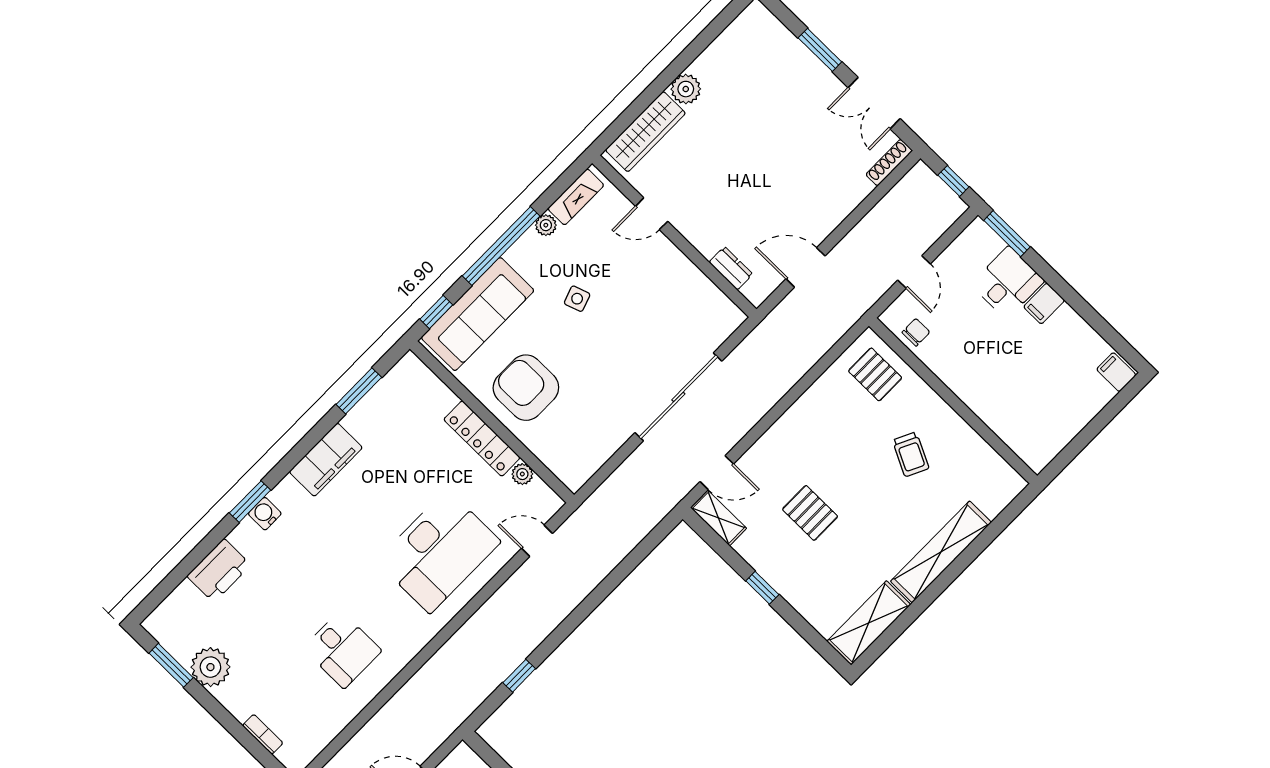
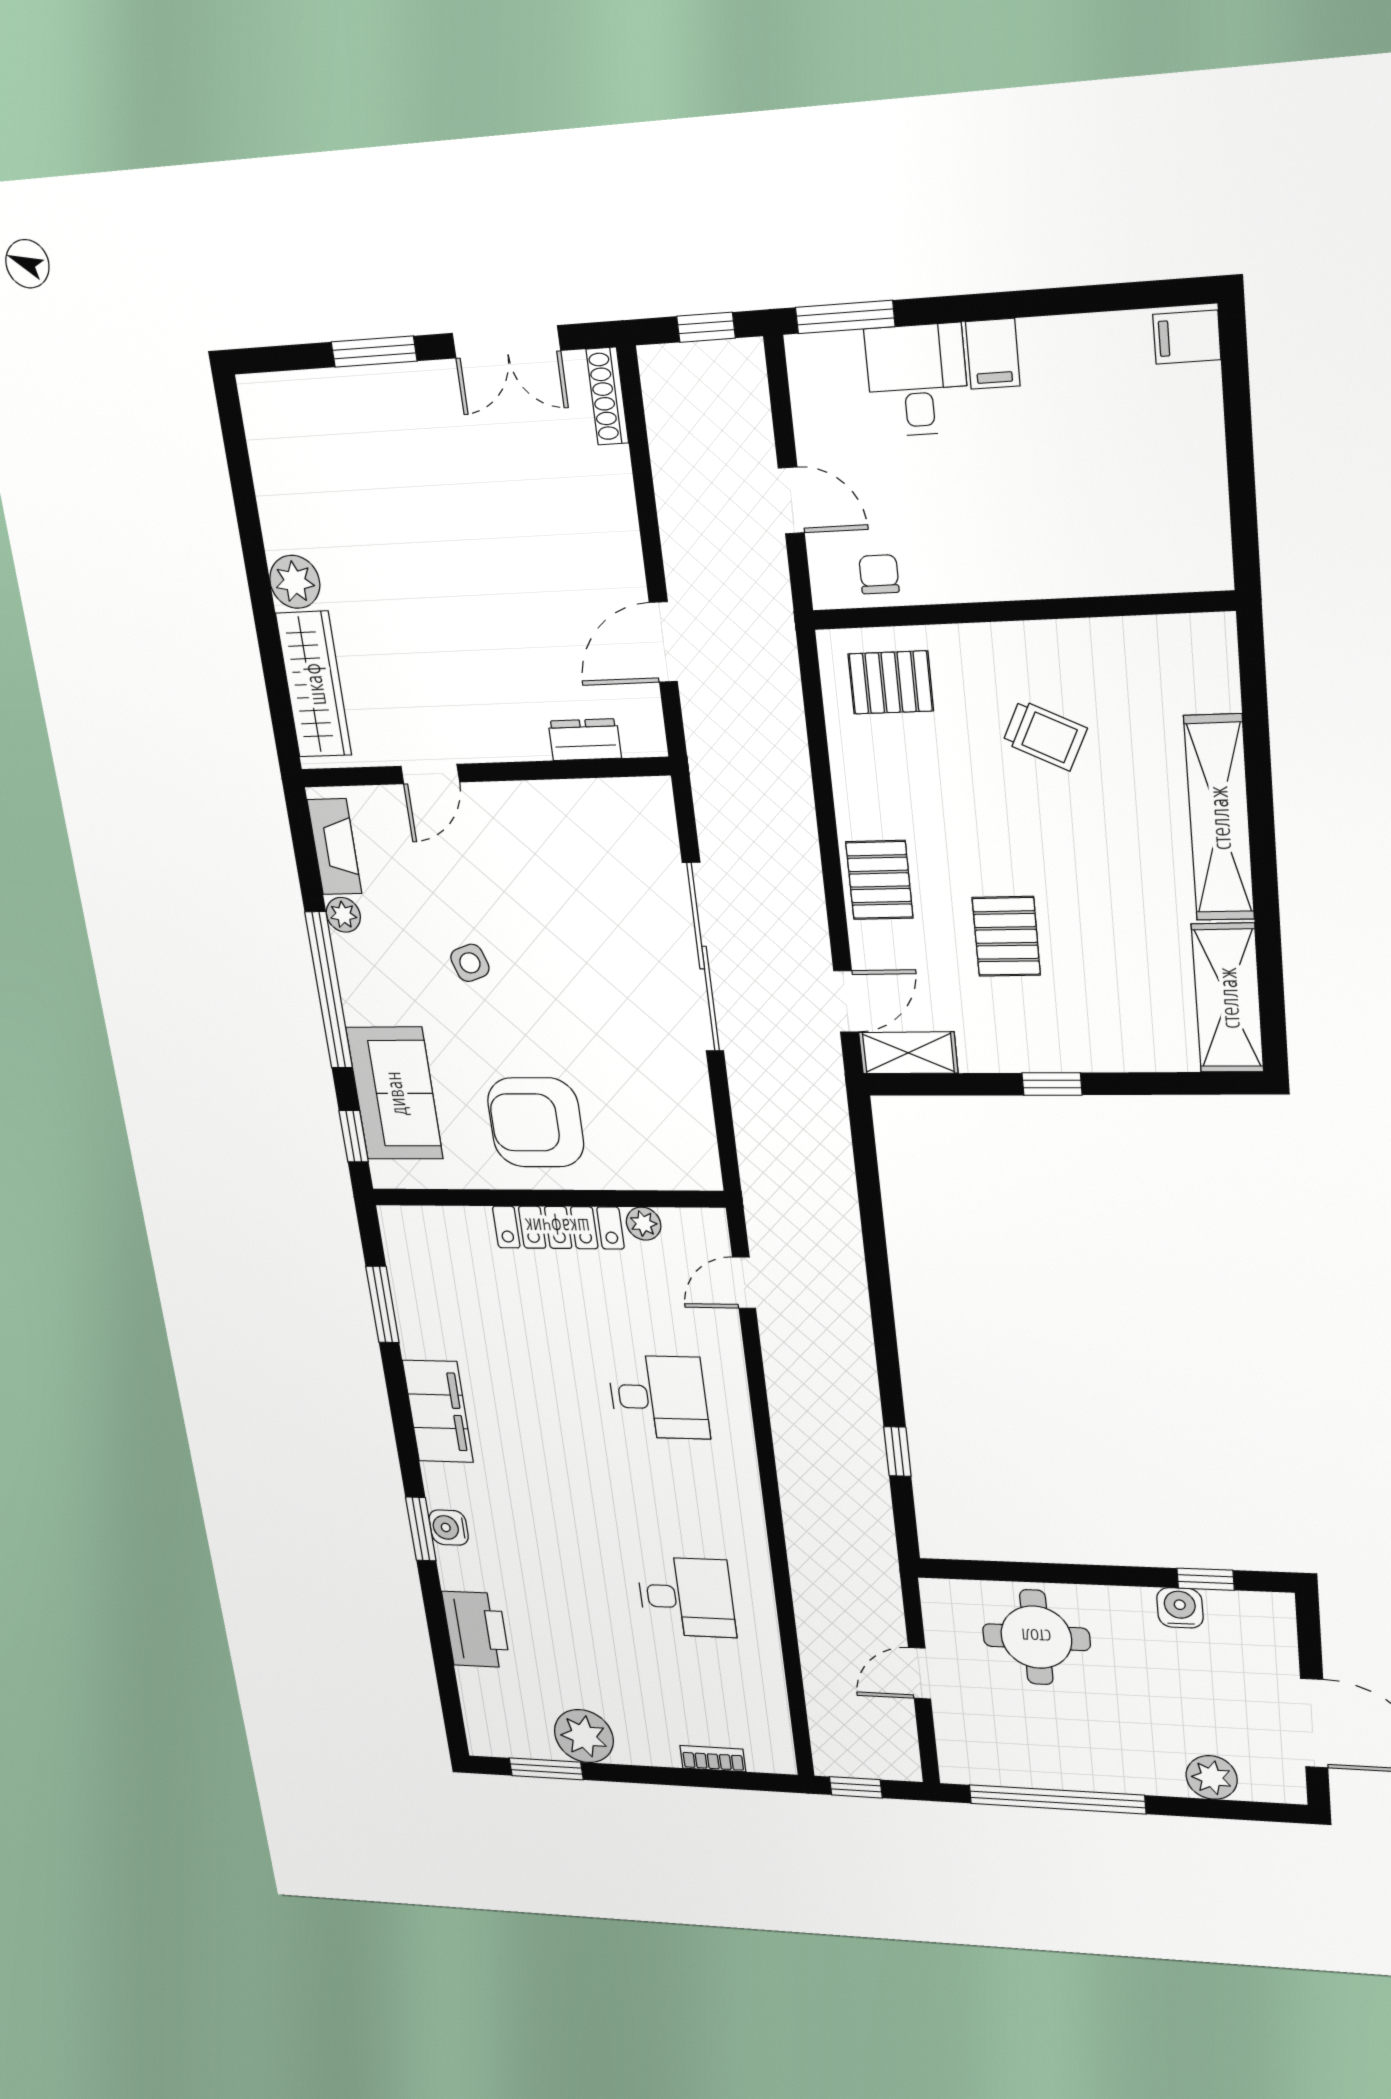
sofa: (478, 314) -> (395, 1093), width x0.73
pallet: (785, 441) -> (879, 880), added
pallet: (810, 513) -> (1006, 936), turned 90
desk: (439, 551) -> (659, 1397), width x0.53, depth x0.77

